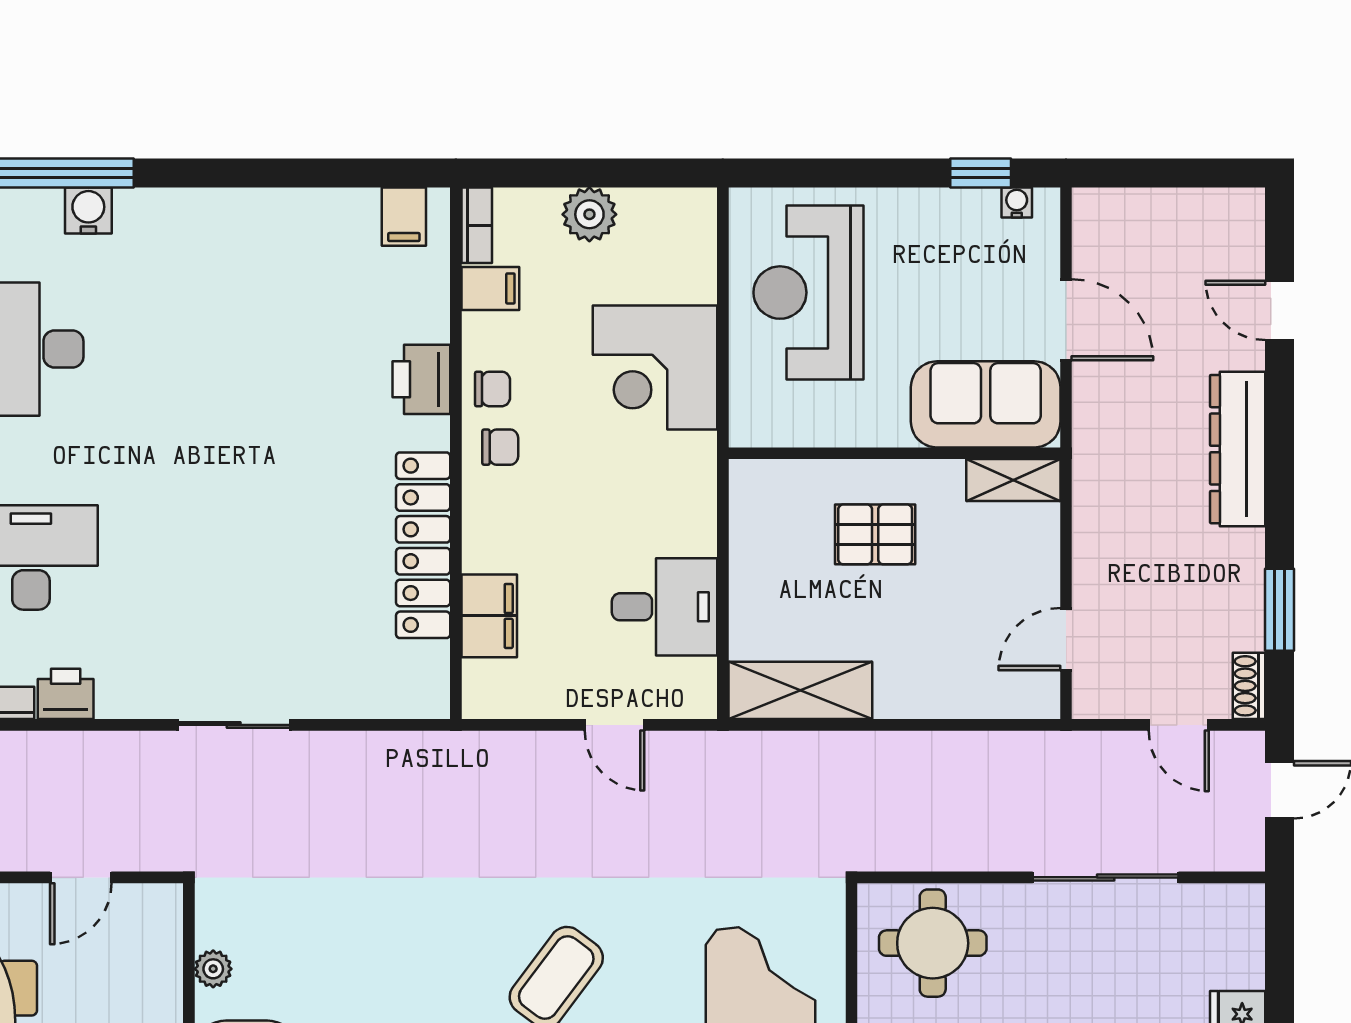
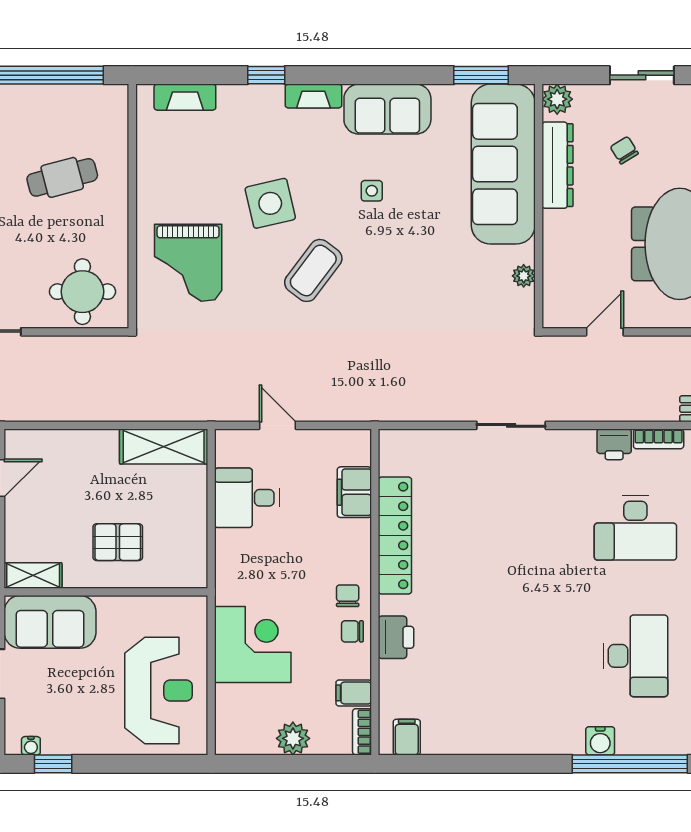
chair: (500, 447) -> (348, 596), turned 90

